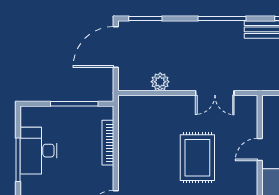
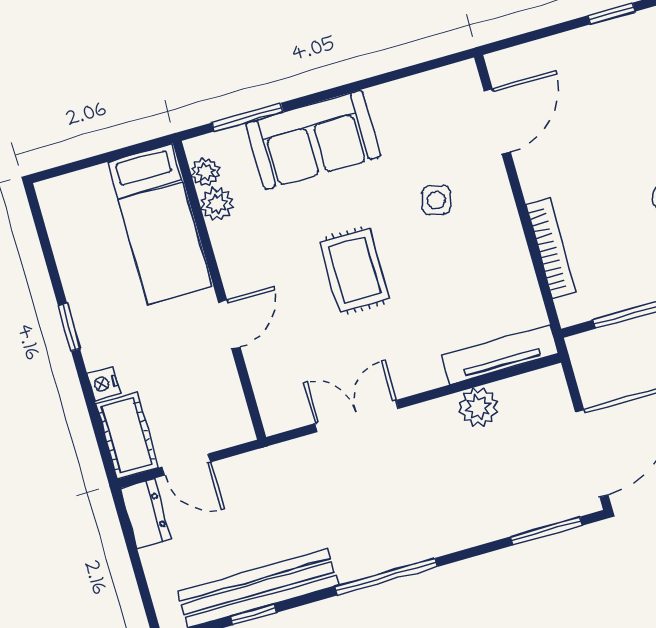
tv unit: (144, 102) -> (500, 354), added
rug: (197, 158) -> (355, 270), width x0.73, depth x0.70
side table: (153, 178) -> (436, 200), added

